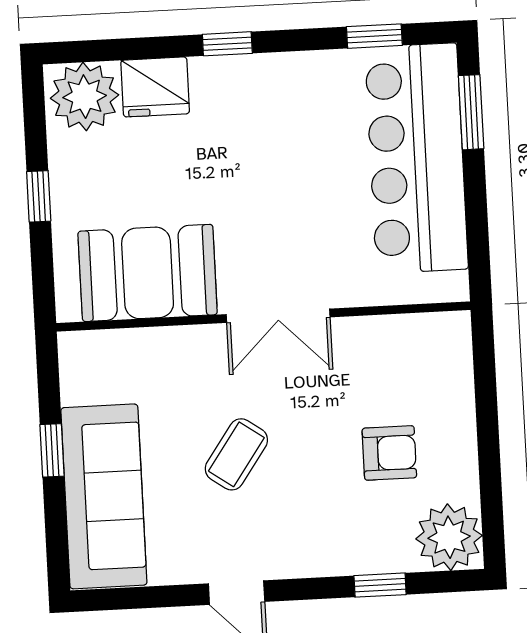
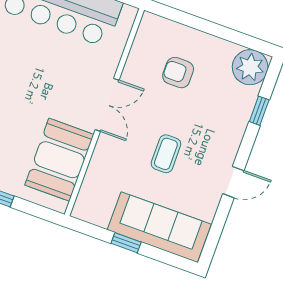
armchair: (389, 453) -> (178, 73), moved, turned -90
coffee table: (236, 454) -> (166, 154), turned 55

